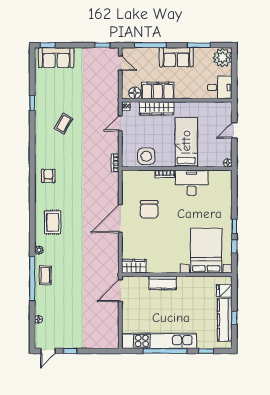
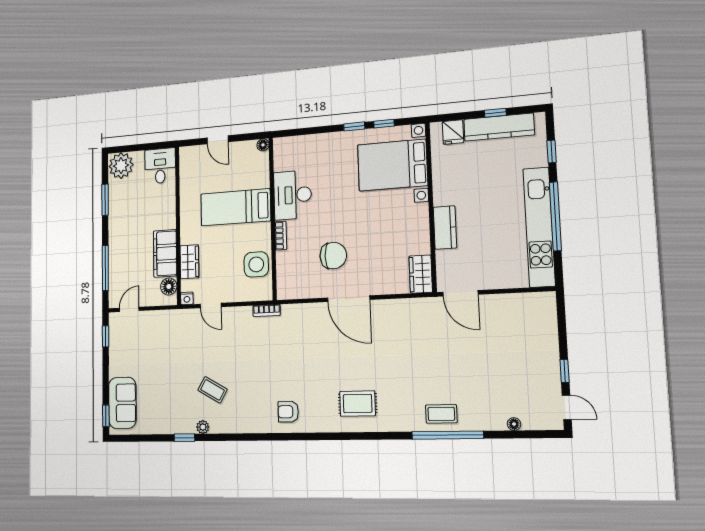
sofa: (176, 57) -> (121, 230), removed
wardrobe: (157, 108) -> (189, 262), width x0.67
plant: (39, 250) -> (203, 427), moved

